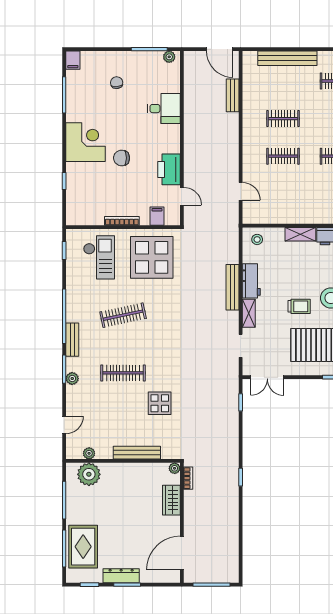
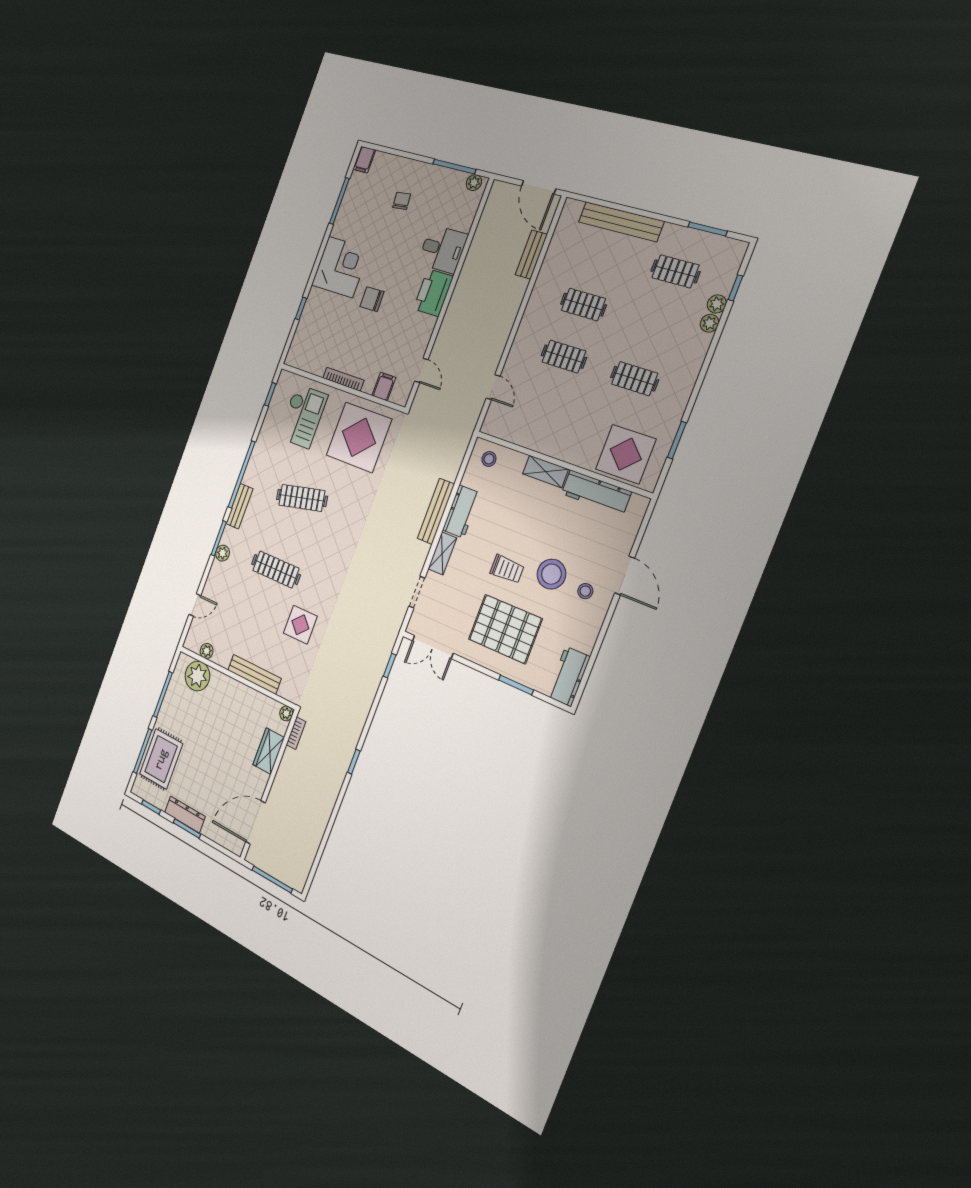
printer: (169, 169) -> (433, 293), moved

